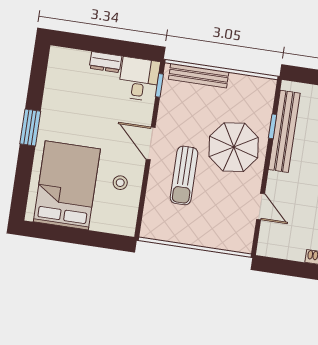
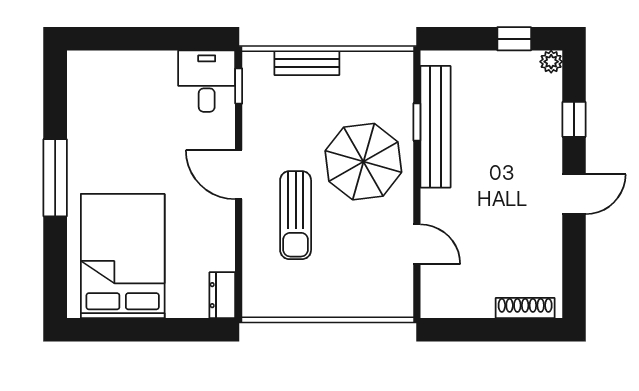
dresser: (106, 62) -> (222, 295), moved, turned 90
bench: (199, 76) -> (307, 63), width x0.73
window: (30, 127) -> (55, 178), width x1.44
stool: (120, 183) -> (202, 240), removed

